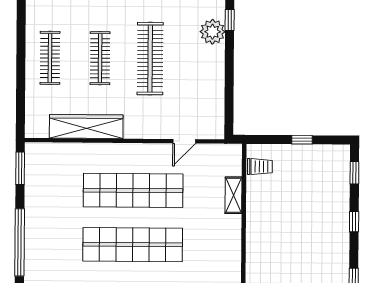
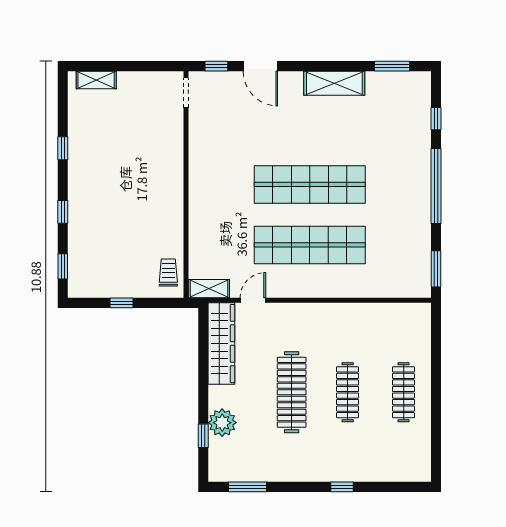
wardrobe: (86, 127) -> (221, 344), moved, turned -90
trolley: (260, 167) -> (168, 273), turned 90
shelving: (233, 195) -> (209, 289), moved, turned 90

